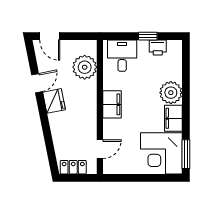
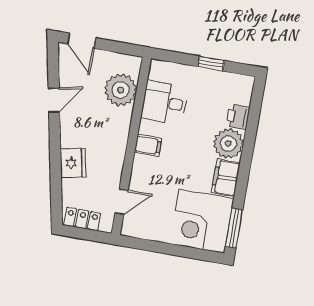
printer: (158, 48) -> (238, 117), moved, turned 90
desk: (122, 56) -> (165, 103), moved, turned -90
fridge: (54, 101) -> (73, 163), moved
filing cabinet: (112, 104) -> (148, 145), width x0.50

